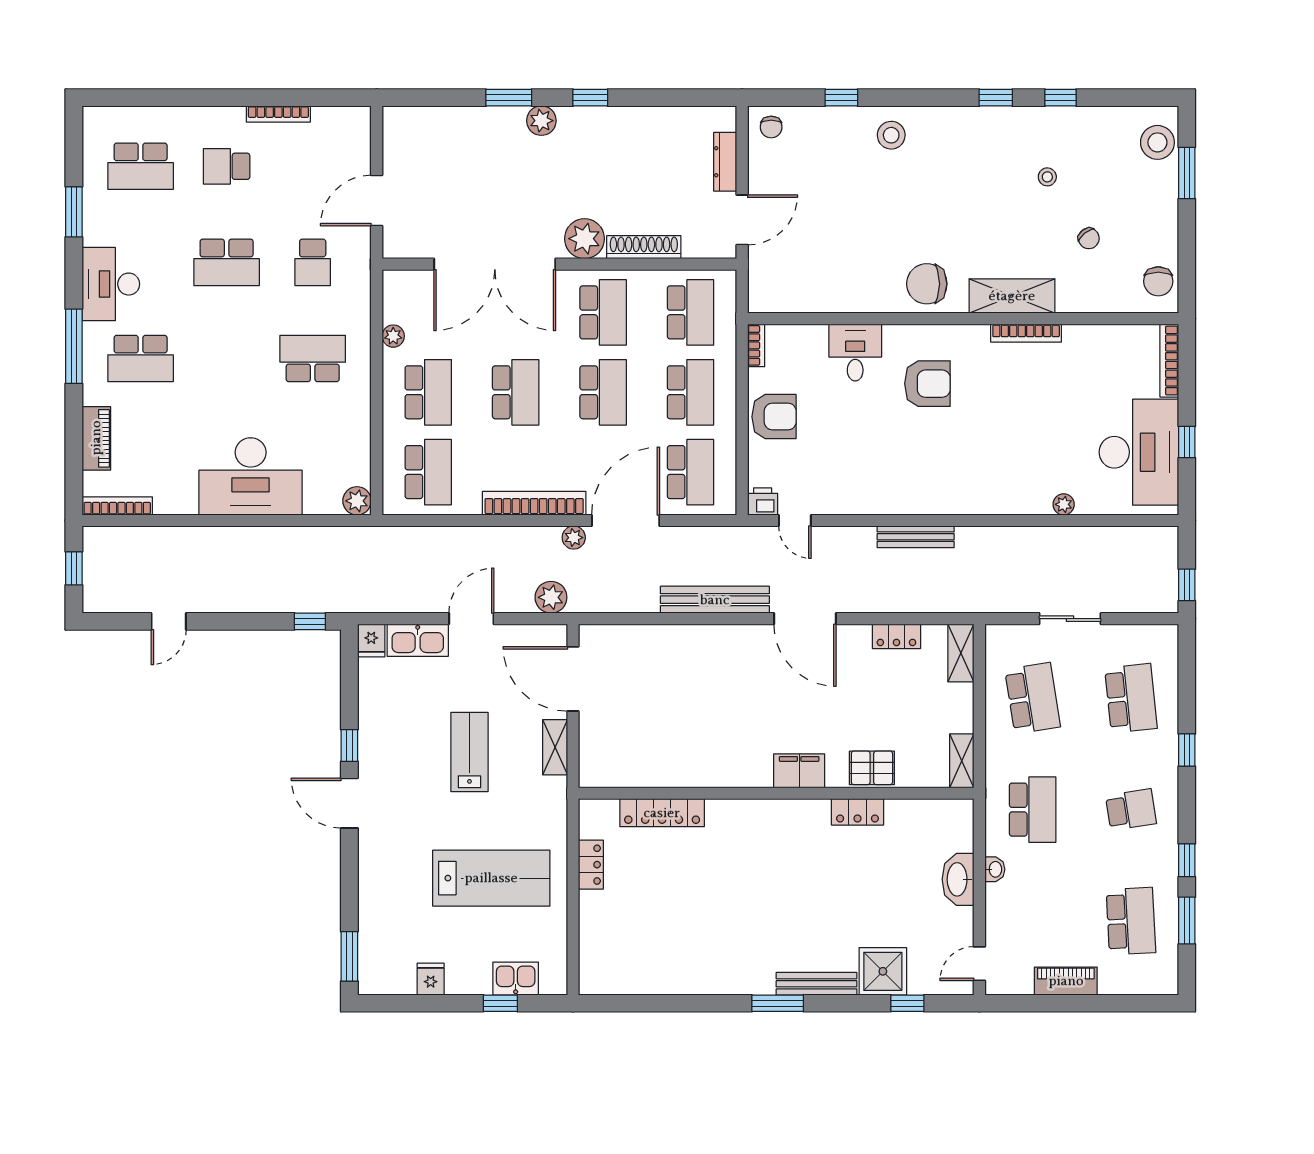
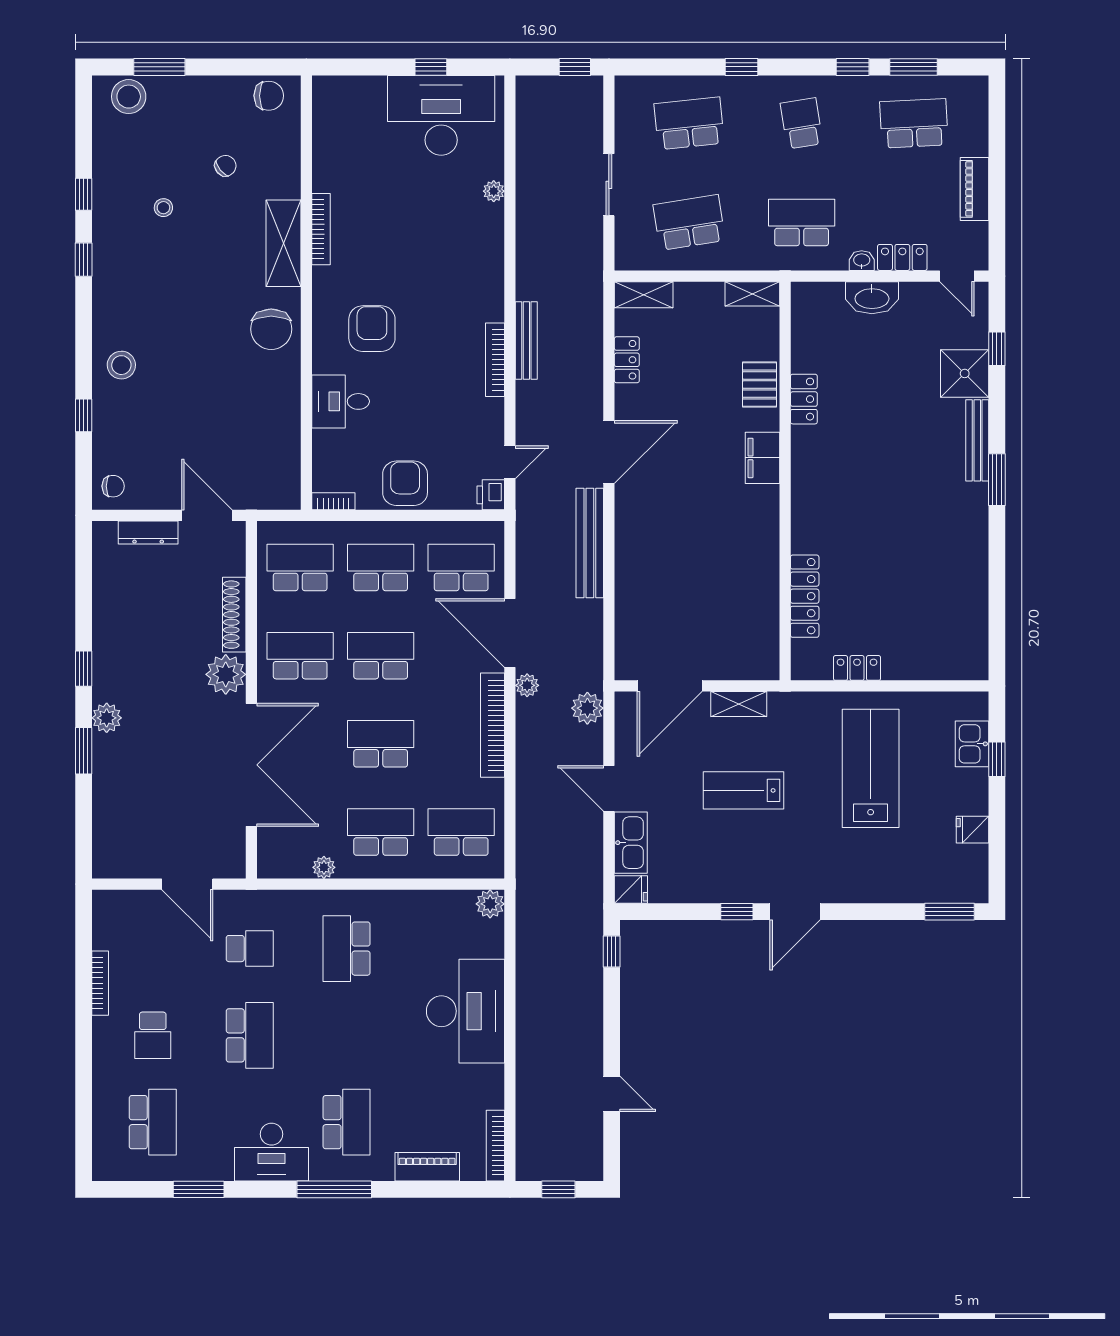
bookcase: (1169, 361) -> (495, 360), moved, turned 90
locker: (998, 910) -> (902, 257), added

